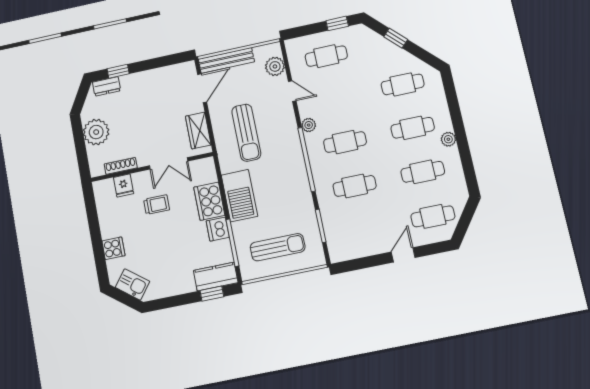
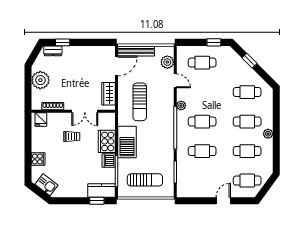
fridge: (124, 185) -> (41, 119), moved

